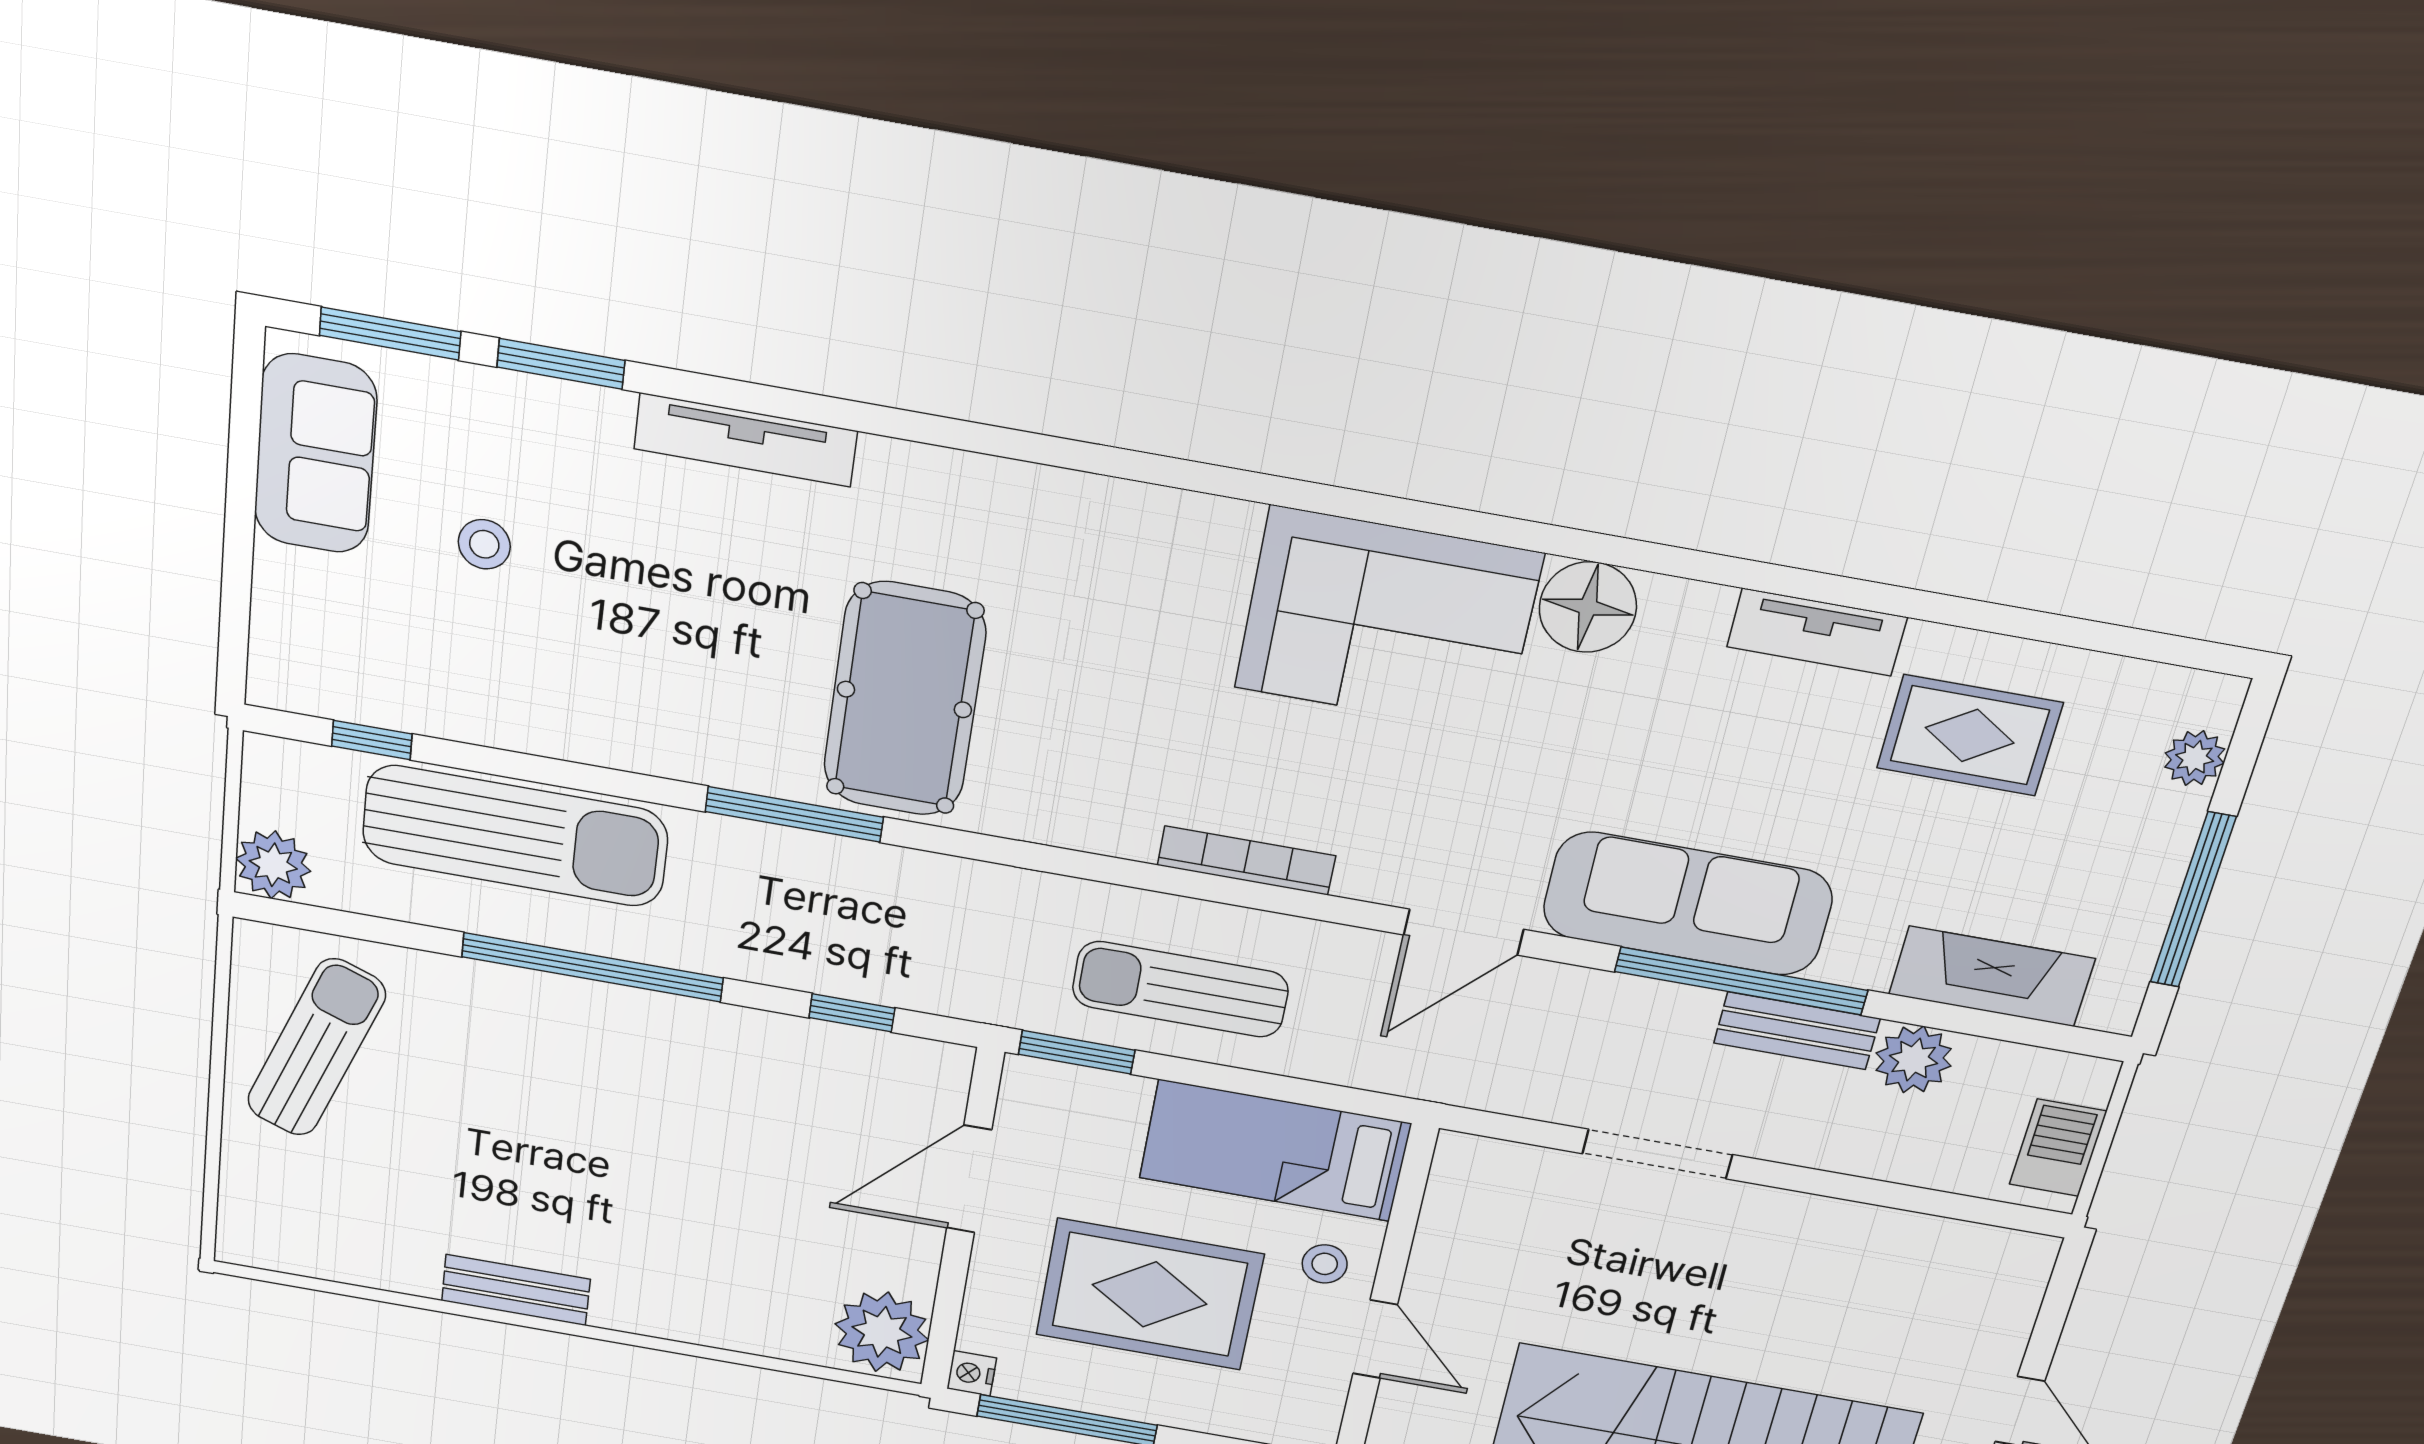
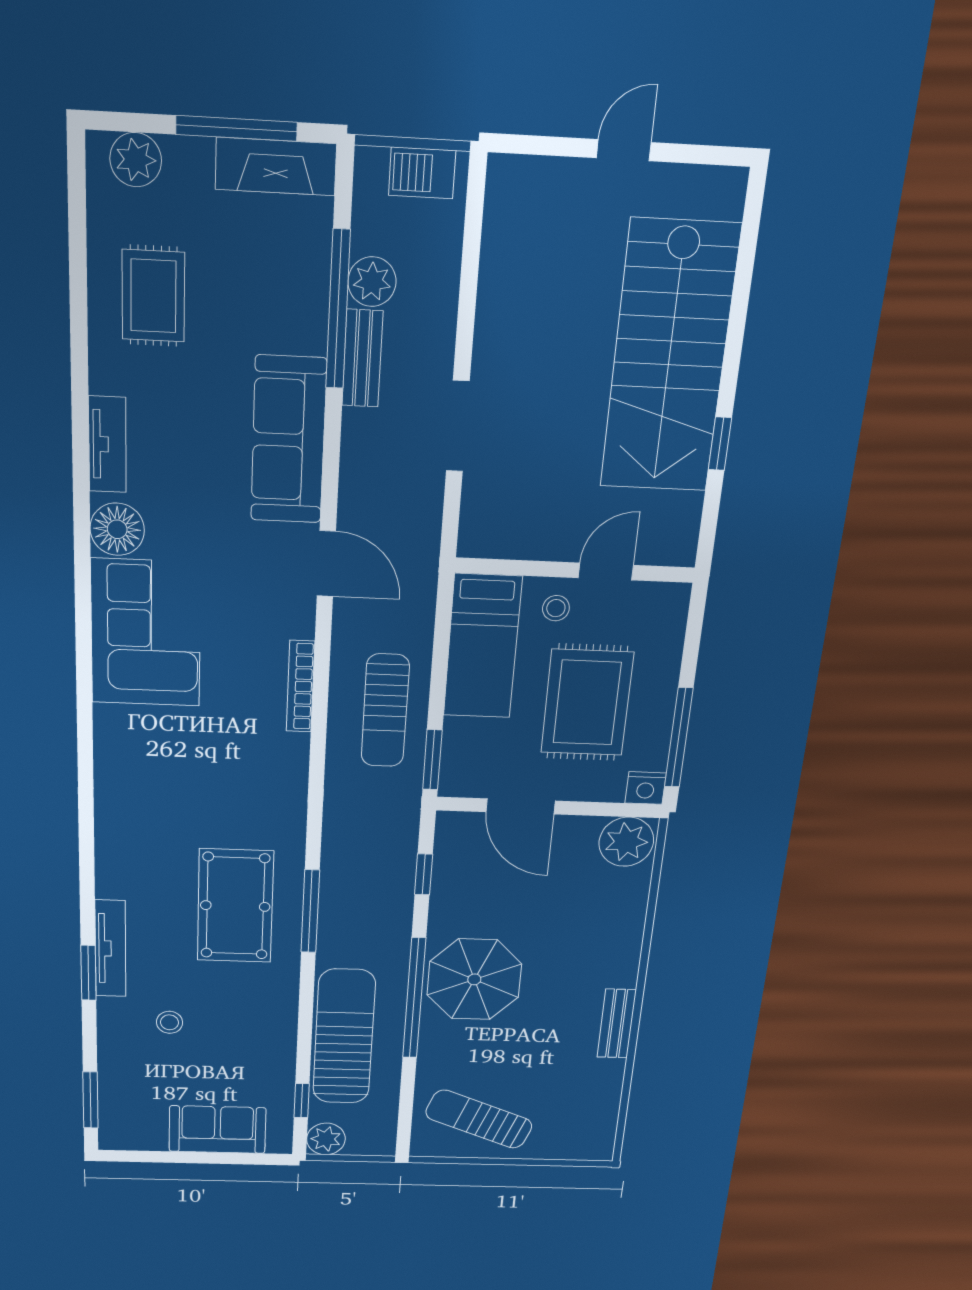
window: (561, 364) -> (88, 973), moved
sofa: (315, 454) -> (217, 1130), moved
stool: (484, 544) -> (170, 1022), moved
tv unit: (1817, 632) -> (107, 444), moved
pool table: (904, 699) -> (235, 906), moved, turned 90
plant: (2195, 758) -> (136, 160), width x1.38, depth x1.38
plant: (273, 865) -> (326, 1139), moved
fireplace: (1992, 976) -> (276, 167), moved, turned -90
window: (1741, 981) -> (338, 310), moved
parasol: (626, 1072) -> (474, 979), added
nightstand: (972, 1373) -> (646, 788), width x1.39, depth x1.35

